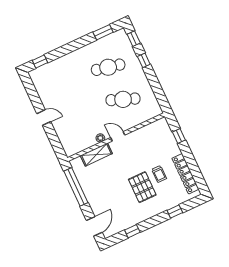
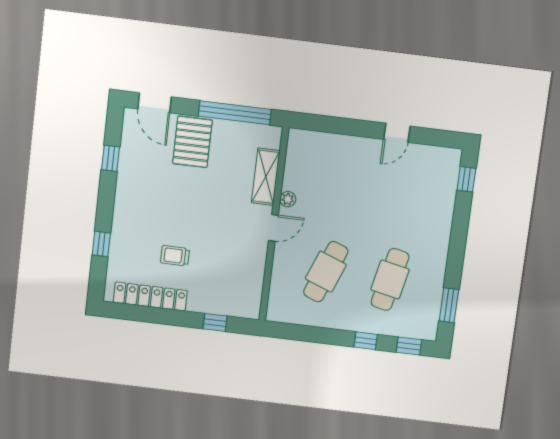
door: (44, 118) -> (397, 133), moved
pallet: (142, 187) -> (192, 142), moved, turned 90

